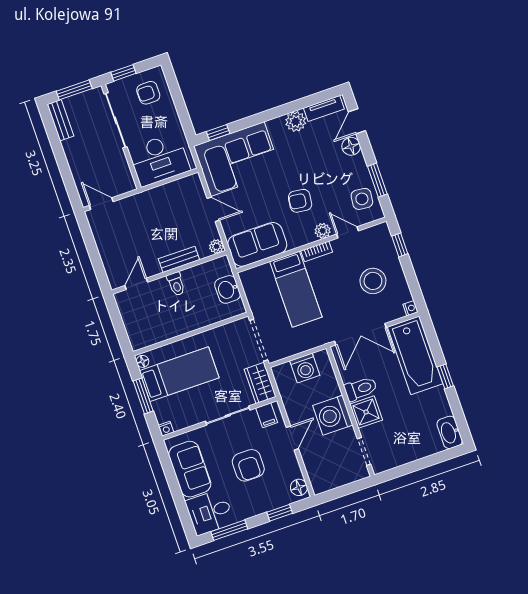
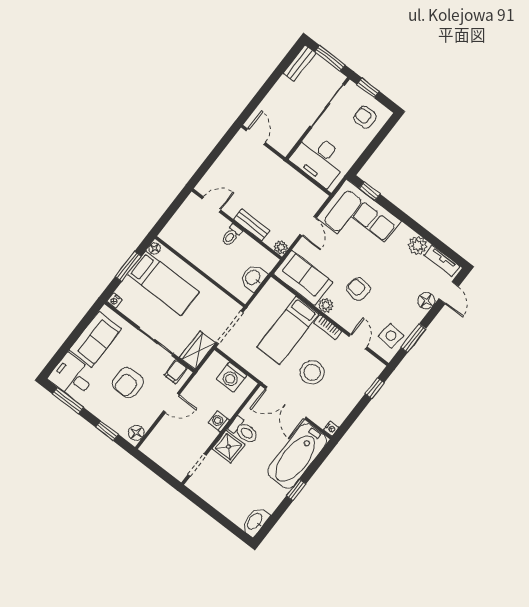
door: (357, 121) -> (449, 293), swing flipped
plant: (323, 231) -> (326, 305), moved
stool: (373, 281) -> (312, 372), moved
washing machine: (333, 415) -> (219, 421), width x0.53, depth x0.53

